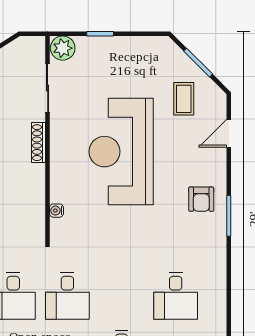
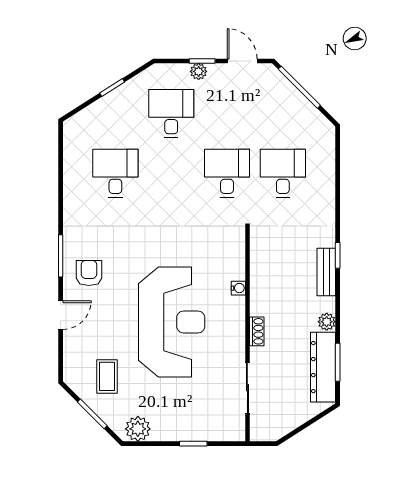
plant: (63, 48) -> (138, 429), moved
door: (229, 133) -> (61, 315), moved
shoe rack: (39, 143) -> (257, 331), width x0.70
water cooler: (56, 211) -> (238, 288), moved

